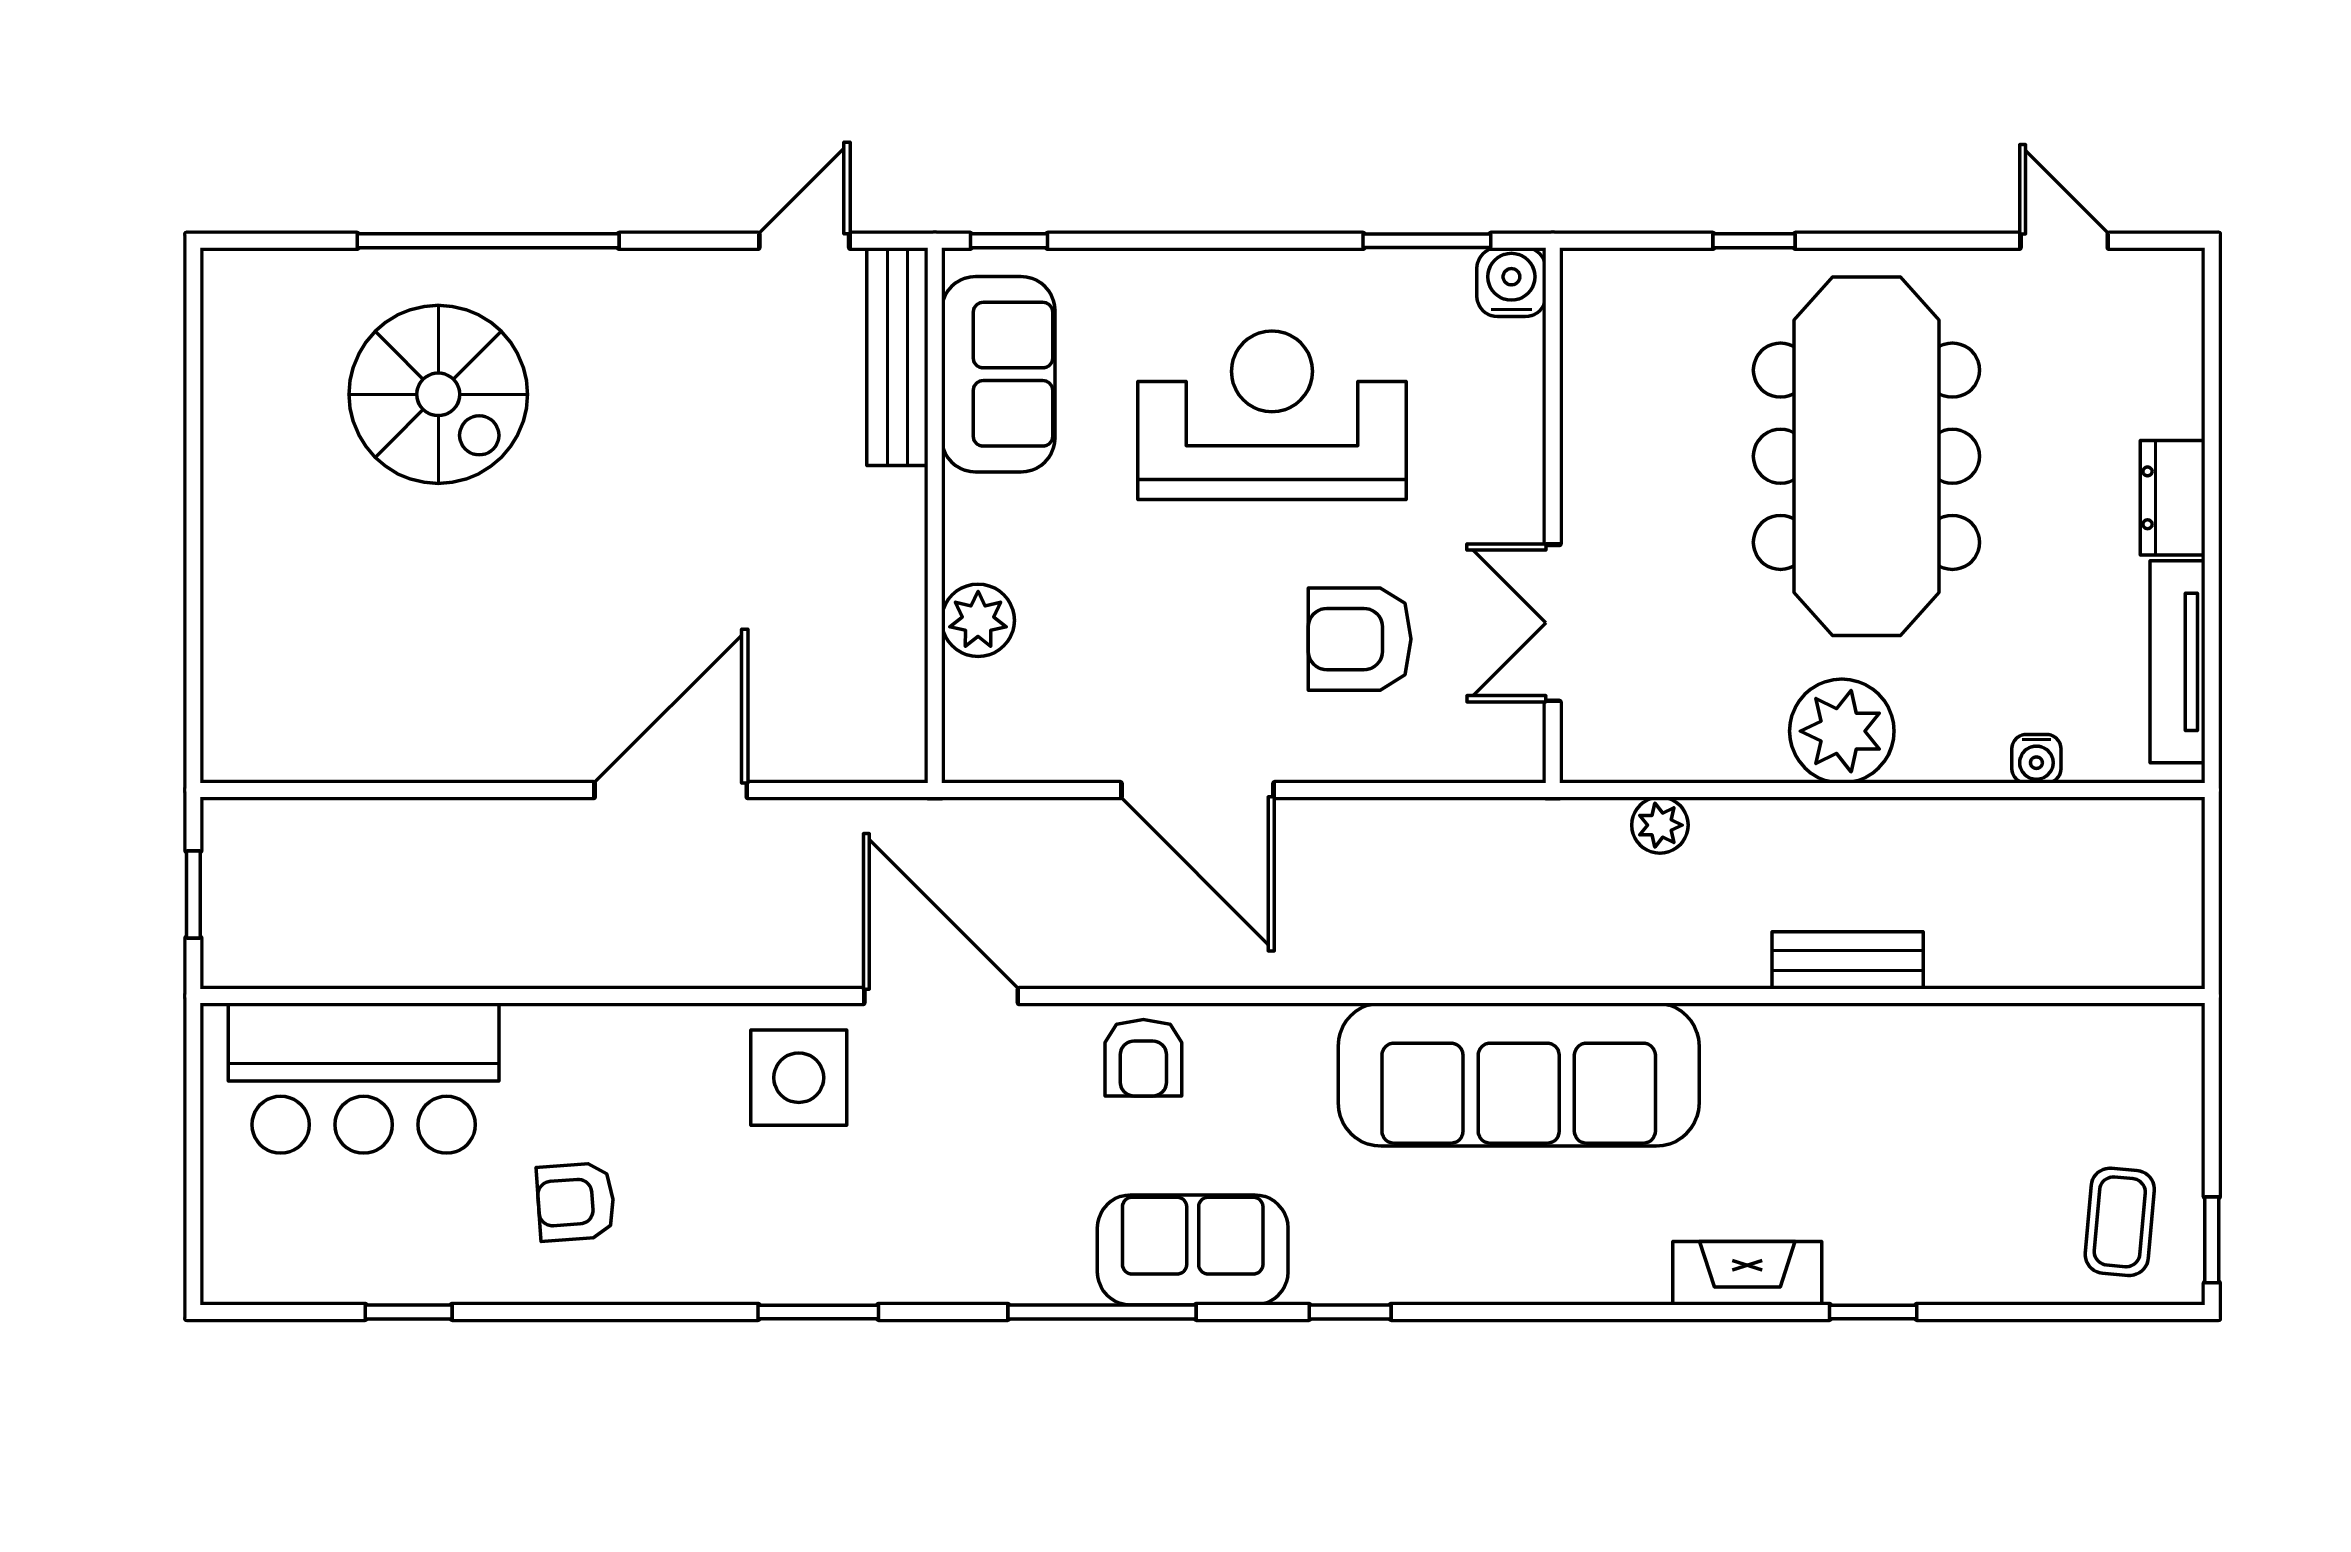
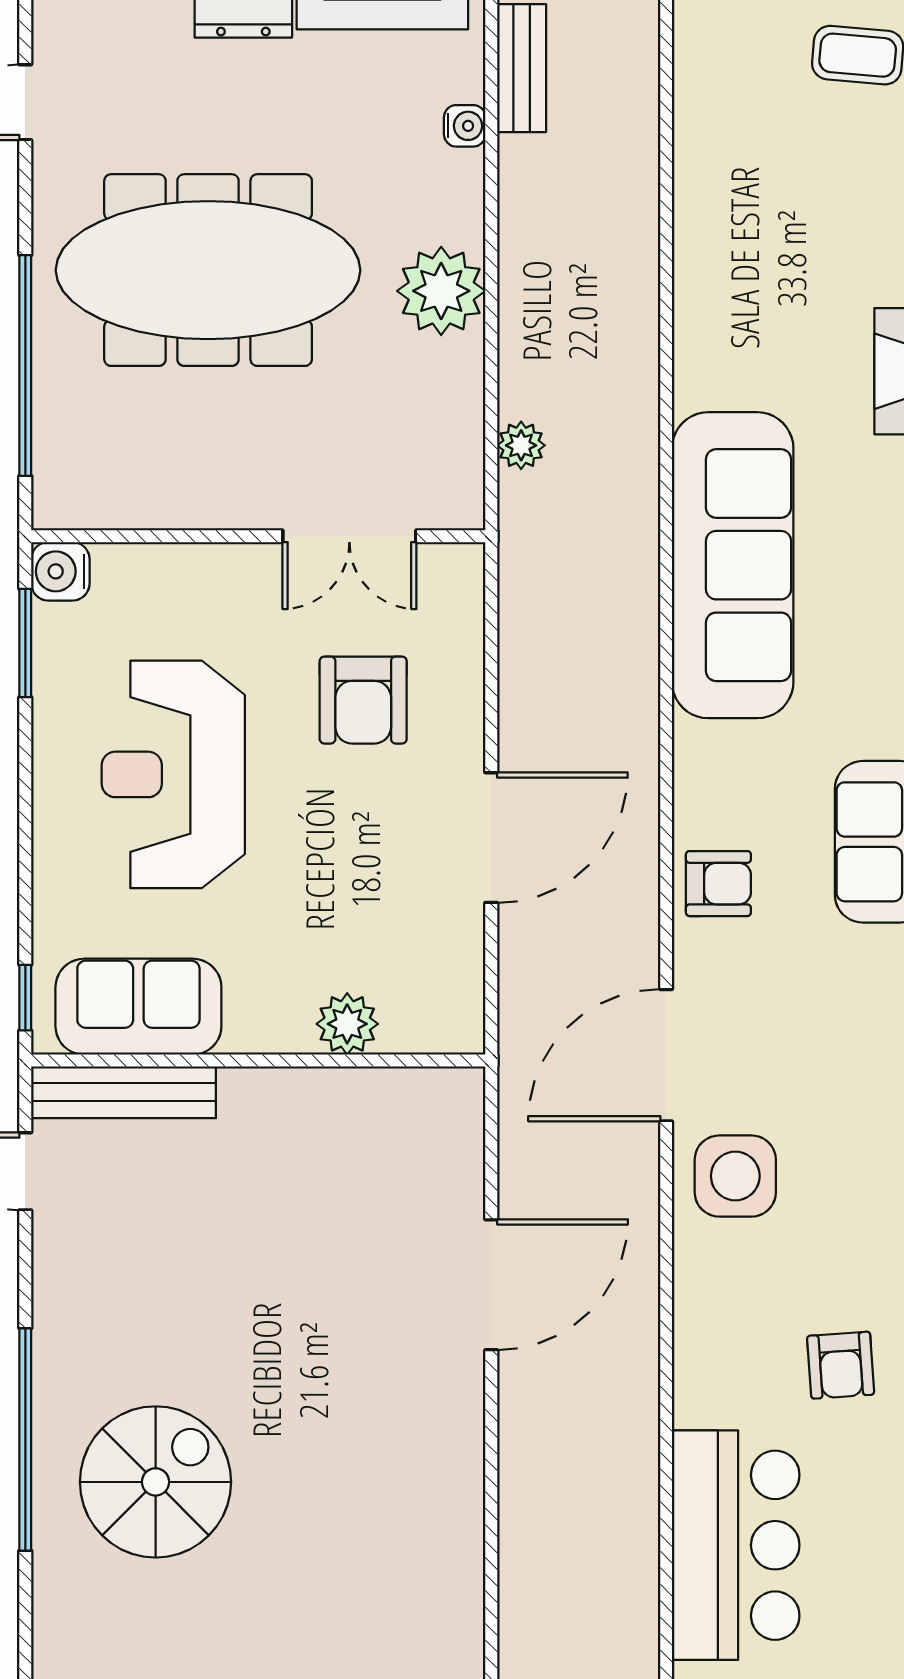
window: (1754, 241) -> (25, 365), width x3.17
door: (671, 790) -> (491, 1285), swing flipped
bench: (1848, 960) -> (522, 68), moved

